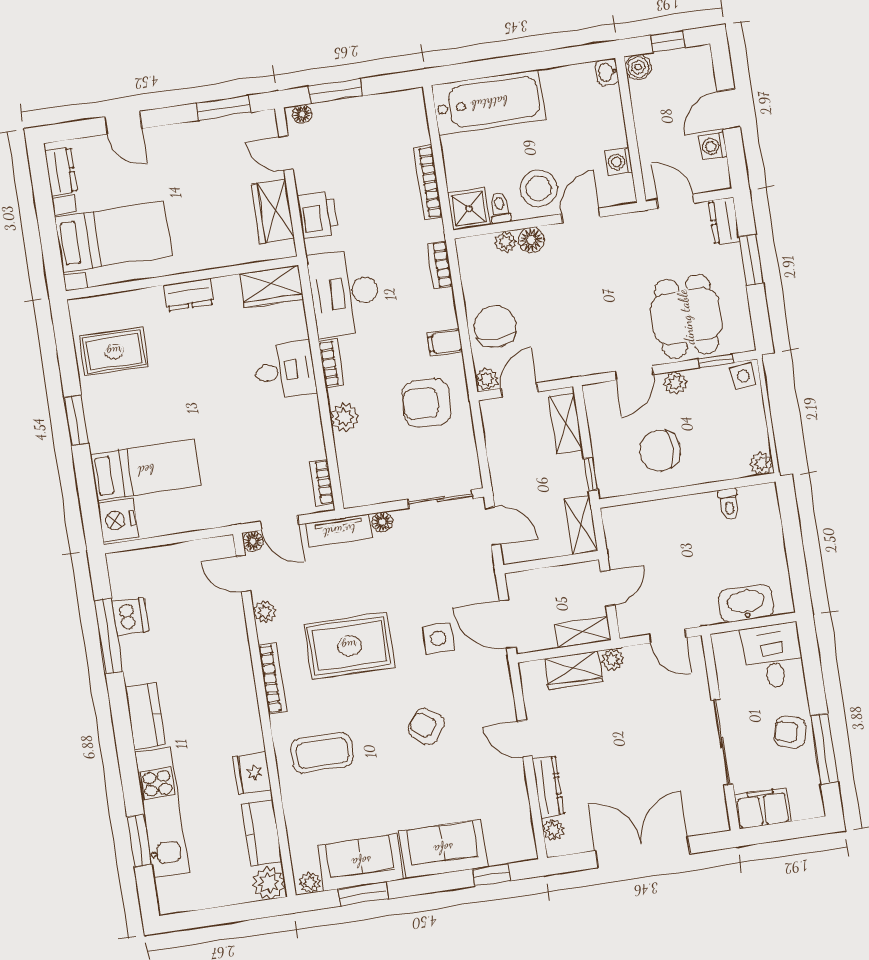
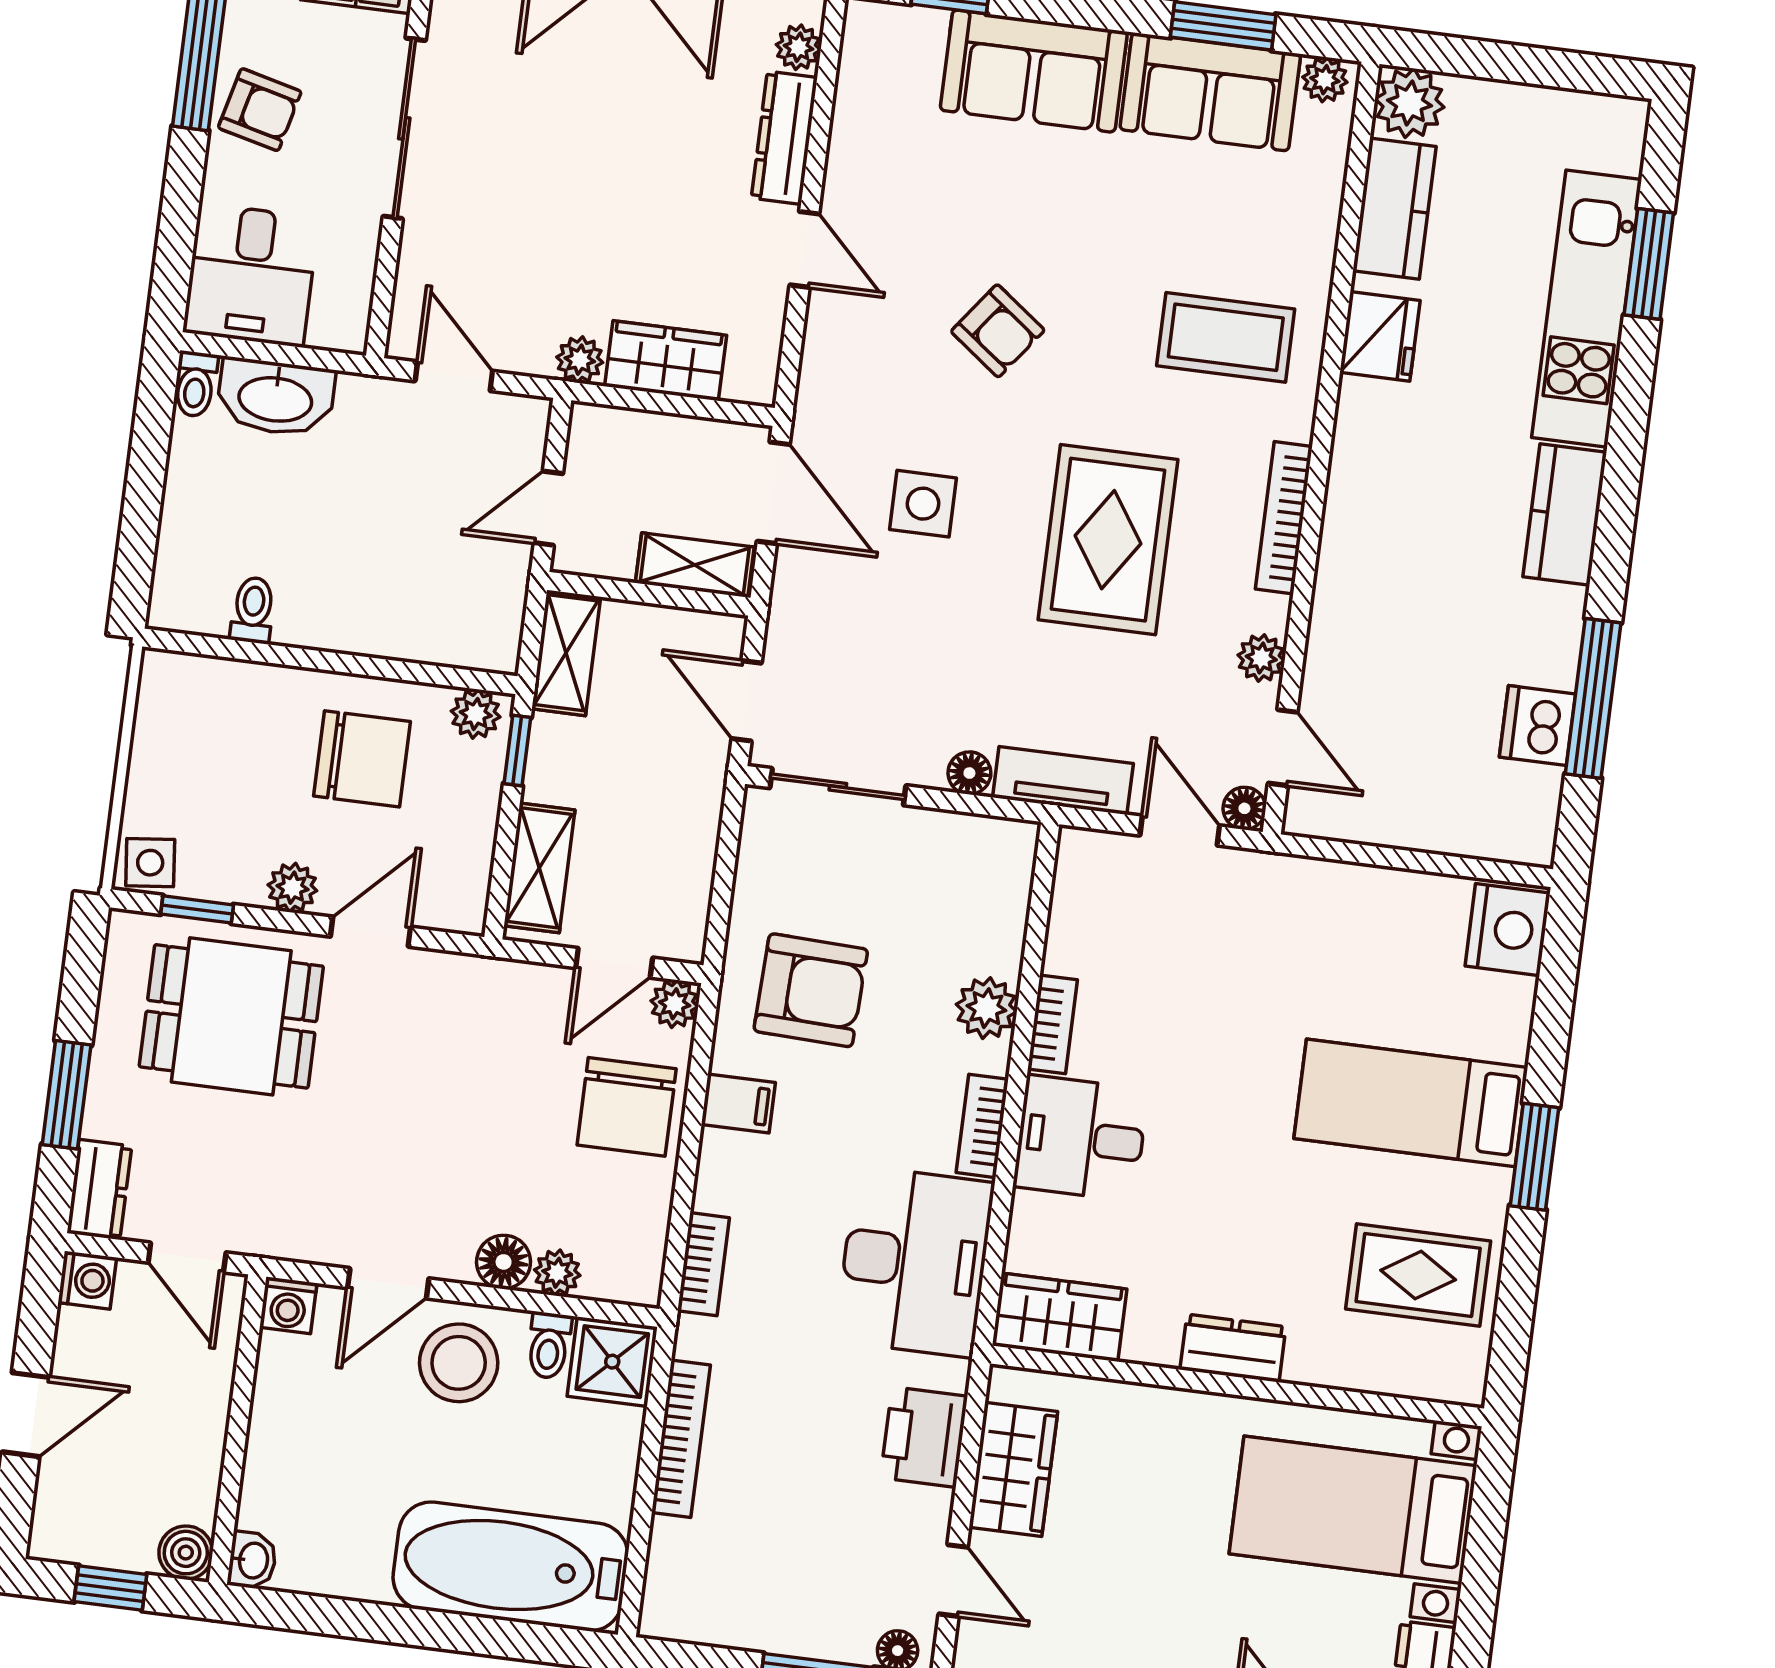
washing machine: (713, 146) -> (87, 1280), moved
washing machine: (619, 162) -> (288, 1305), moved, turned 90
dining table: (686, 317) -> (231, 1016), turned 90
plant: (761, 463) -> (476, 714), moved
bed: (146, 470) -> (1411, 1103), moved
bookcase: (322, 483) -> (1053, 1024), moved
toilet: (784, 599) -> (195, 384), added
shelving: (583, 632) -> (695, 565), moved
rug: (349, 646) -> (1108, 540), turned 90

